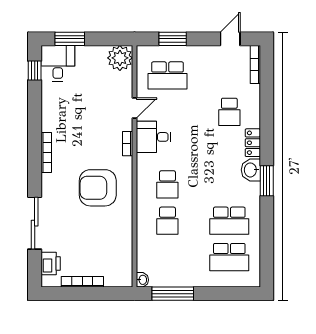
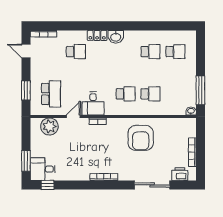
plant: (120, 58) -> (49, 126), moved
door: (135, 108) -> (73, 117), hinge flipped
window: (267, 181) -> (123, 26), removed
armchair: (98, 188) -> (141, 138), moved
school desk: (229, 221) -> (150, 52), width x0.54
school desk: (229, 257) -> (175, 52), width x0.54

